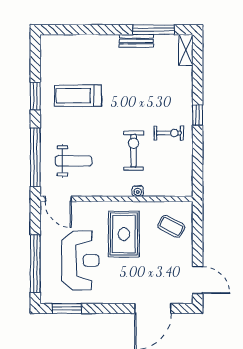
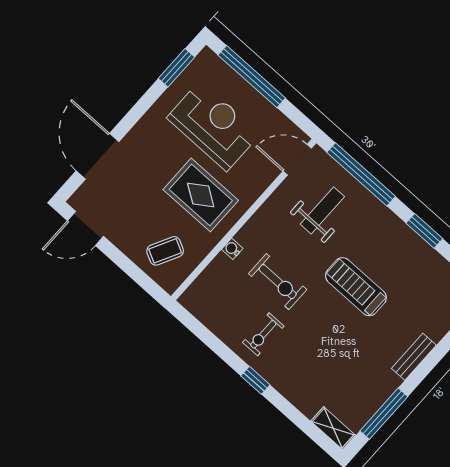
bench: (136, 41) -> (414, 357), moved
treadmill: (78, 96) -> (356, 287), moved, turned -90
weight bench: (73, 161) -> (322, 210), turned 180
reception desk: (80, 260) -> (213, 126), turned 180

